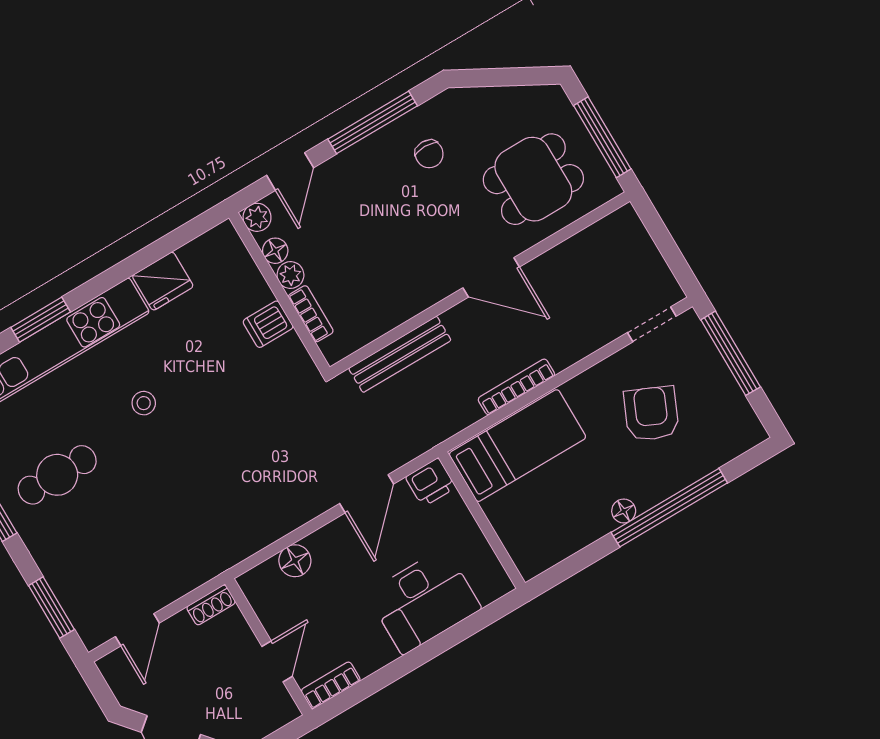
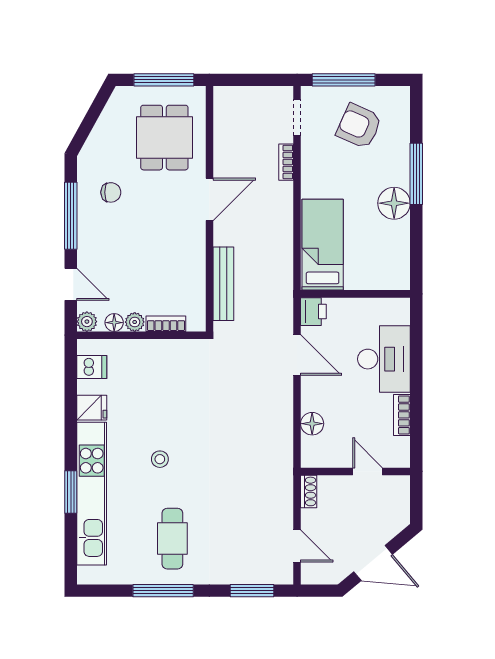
fridge: (163, 281) -> (92, 408), width x0.72
dishwasher: (268, 324) -> (92, 367), moved, turned -90
bookcase: (516, 387) -> (286, 162), moved, width x0.64
armchair: (651, 414) -> (359, 126), moved
window: (669, 508) -> (416, 174), width x0.68
floor lamp: (624, 511) -> (394, 203), width x1.89, depth x1.89
bookcase: (331, 685) -> (402, 415), moved

